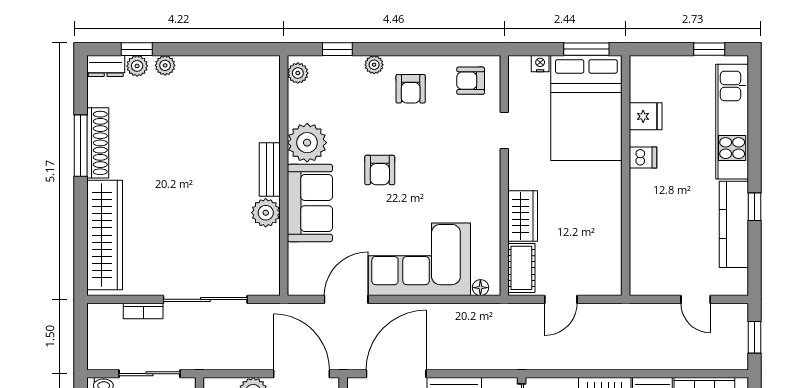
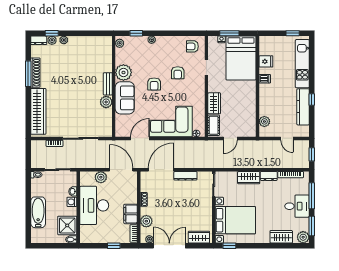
window: (586, 49) -> (229, 33), moved
armchair: (411, 89) -> (178, 73), moved
plant: (642, 259) -> (264, 121), added

